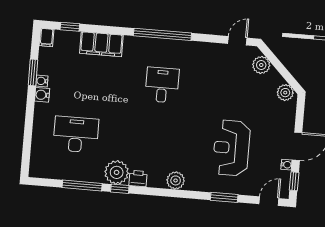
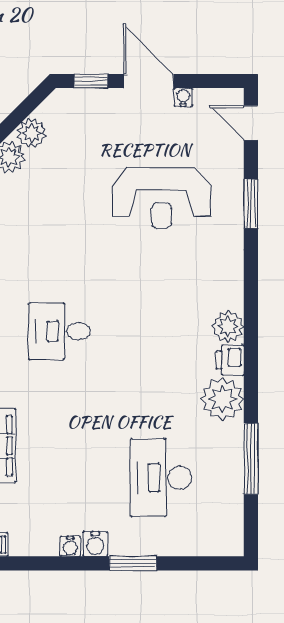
window: (33, 72) -> (133, 563), moved
plant: (285, 93) -> (32, 133), moved
plant: (176, 180) -> (228, 326), moved
window: (294, 181) -> (91, 81), moved
window: (120, 189) -> (251, 391), removed

